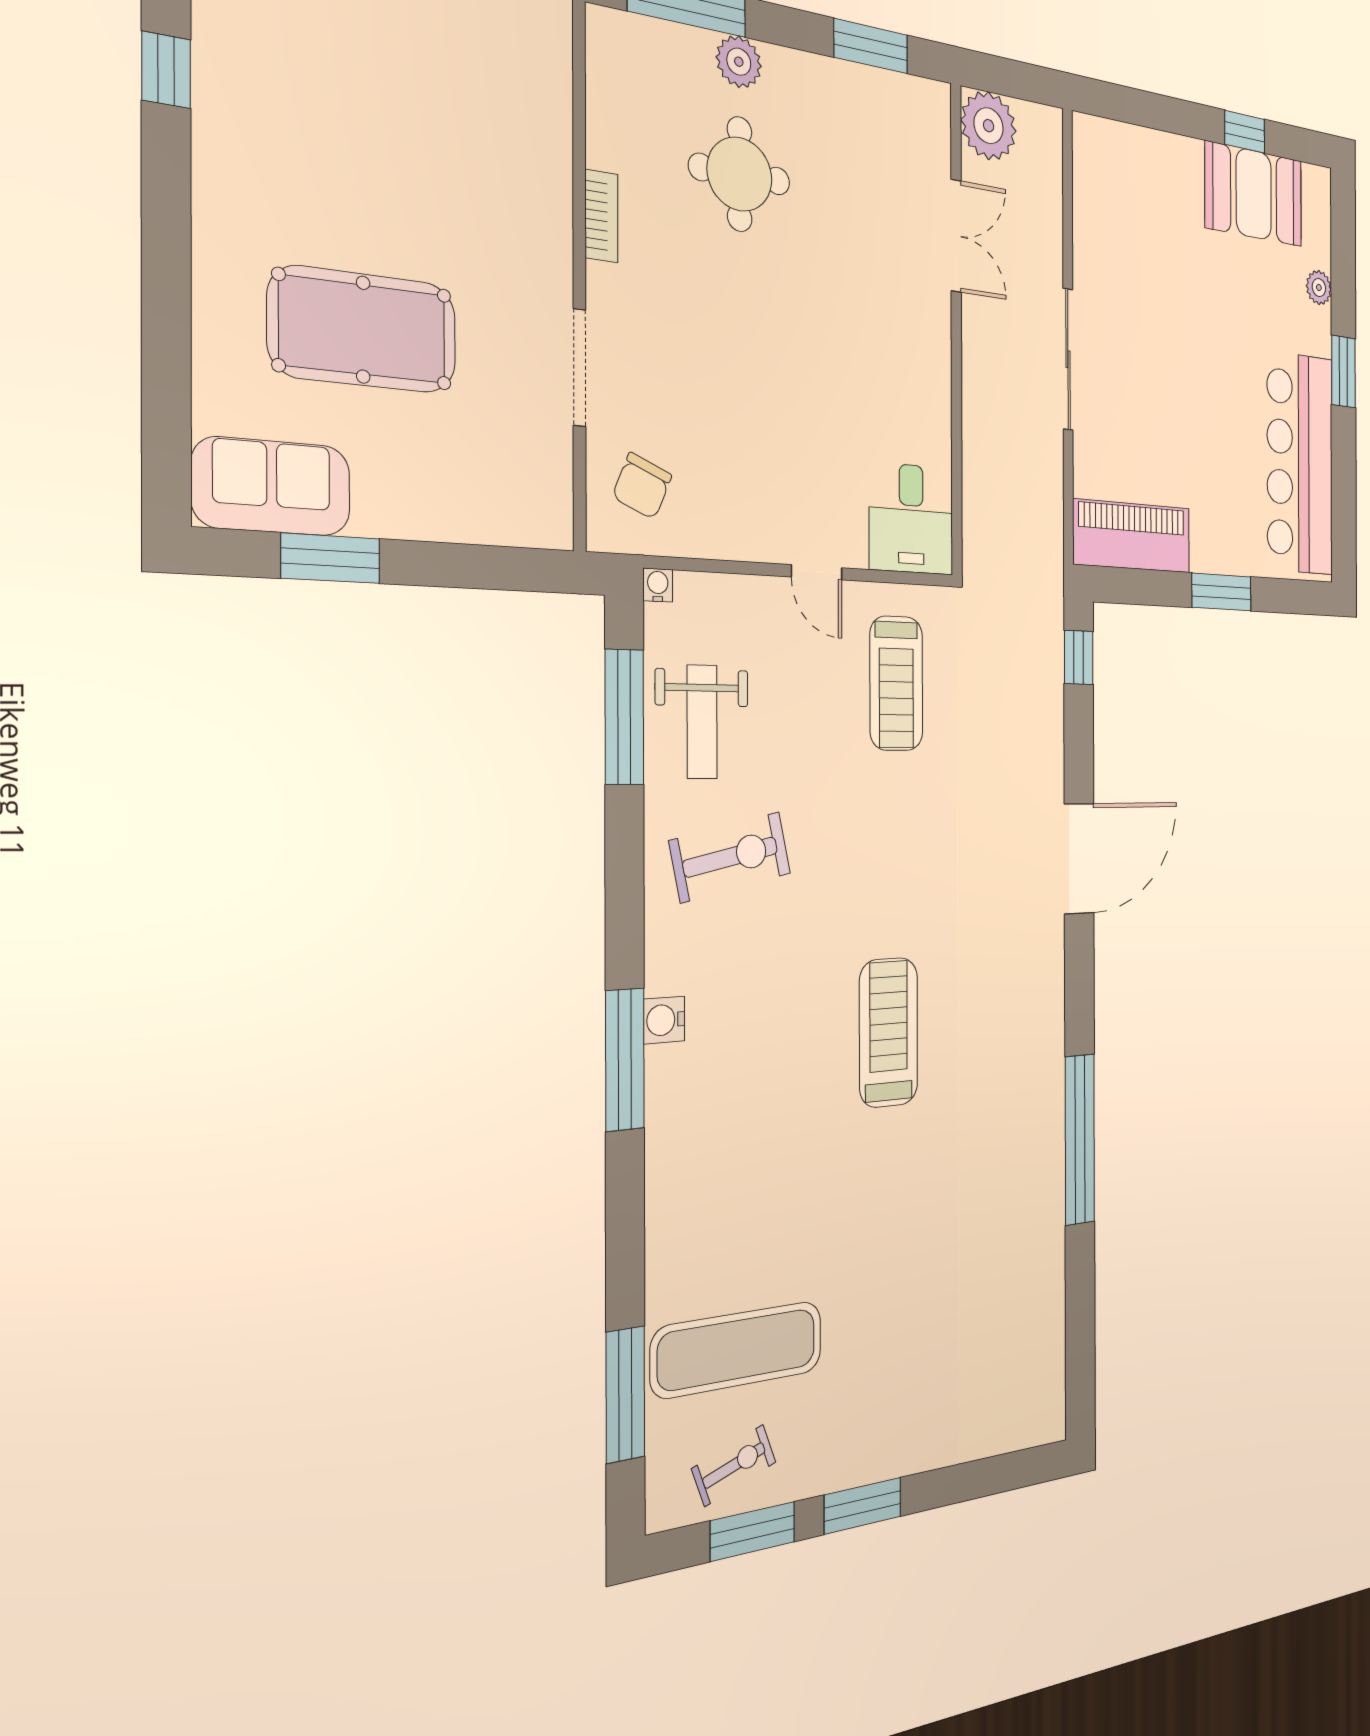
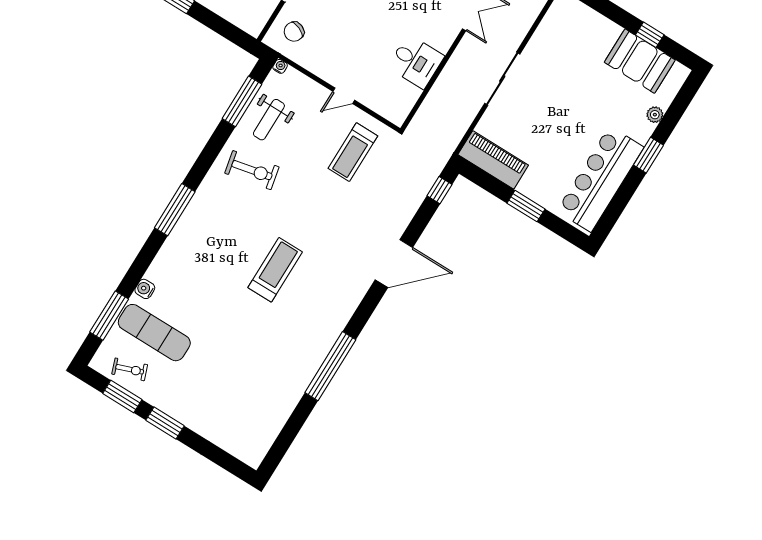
desk: (911, 519) -> (416, 62), moved, turned -90
door: (817, 572) -> (344, 96), hinge flipped
water cooler: (664, 1020) -> (145, 289), moved

